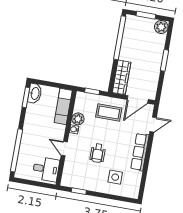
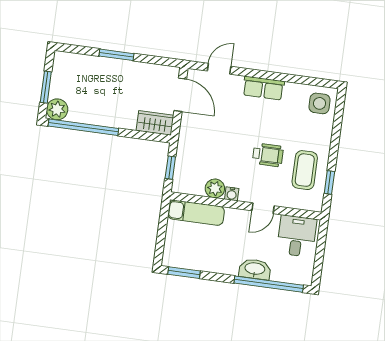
plant: (161, 27) -> (57, 109), moved
wardrobe: (122, 77) -> (155, 123), width x0.67
washbasin: (35, 93) -> (255, 269), moved
coffee table: (109, 113) -> (305, 170), moved
door: (153, 125) -> (219, 69), hinge flipped
row of seats: (140, 152) -> (263, 88), width x0.68
side table: (115, 177) -> (320, 103), moved

